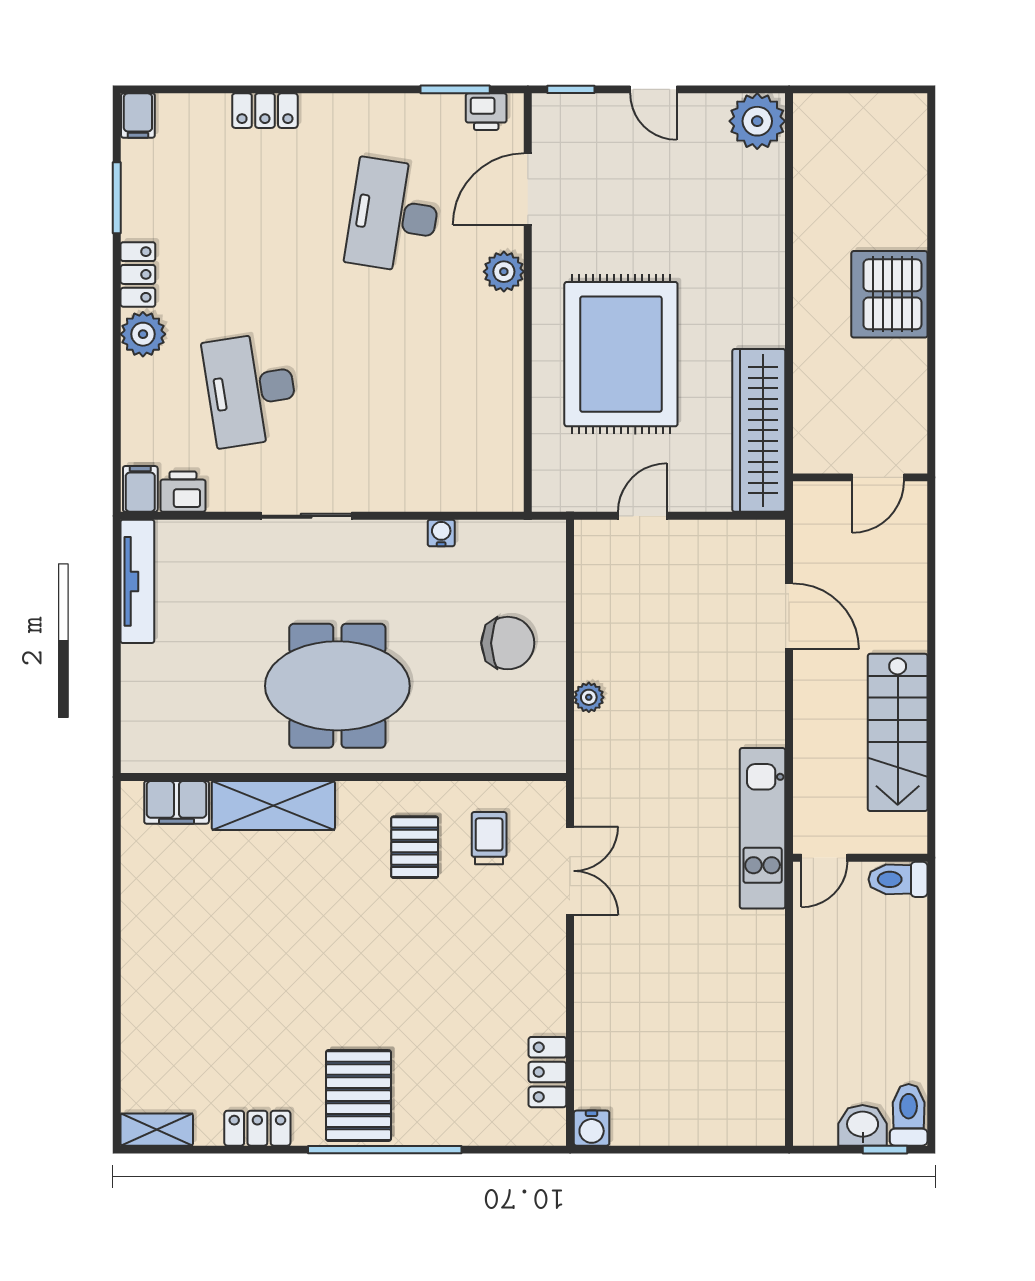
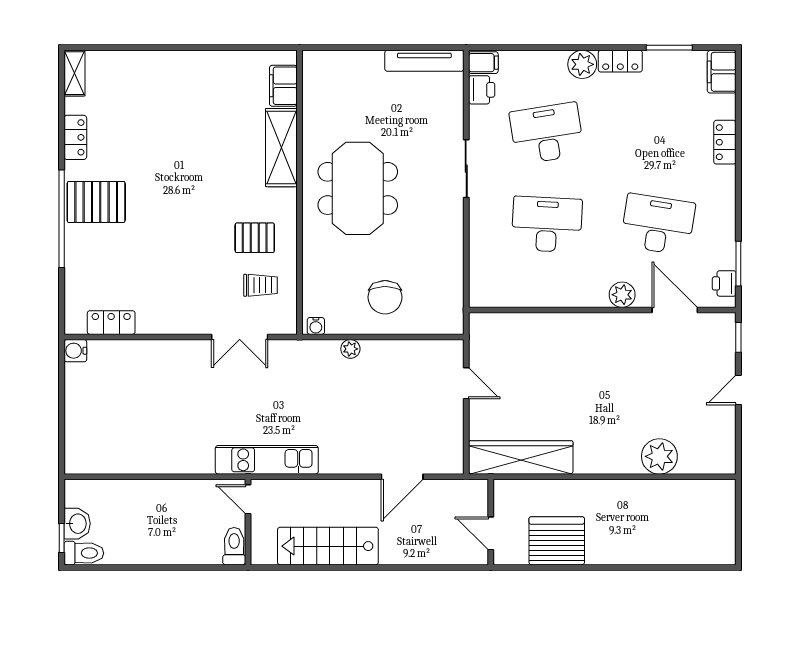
filing cabinet: (138, 116) -> (722, 72), width x2.00
plant: (757, 121) -> (659, 456), moved
server rack: (889, 294) -> (557, 541), moved
rug: (621, 354) -> (569, 369), removed
desk: (394, 390) -> (547, 224), added
water cooler: (441, 533) -> (316, 326), moved, turned 90

